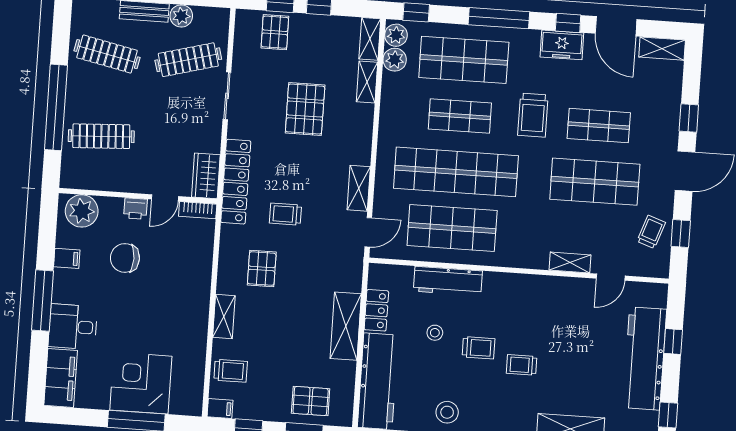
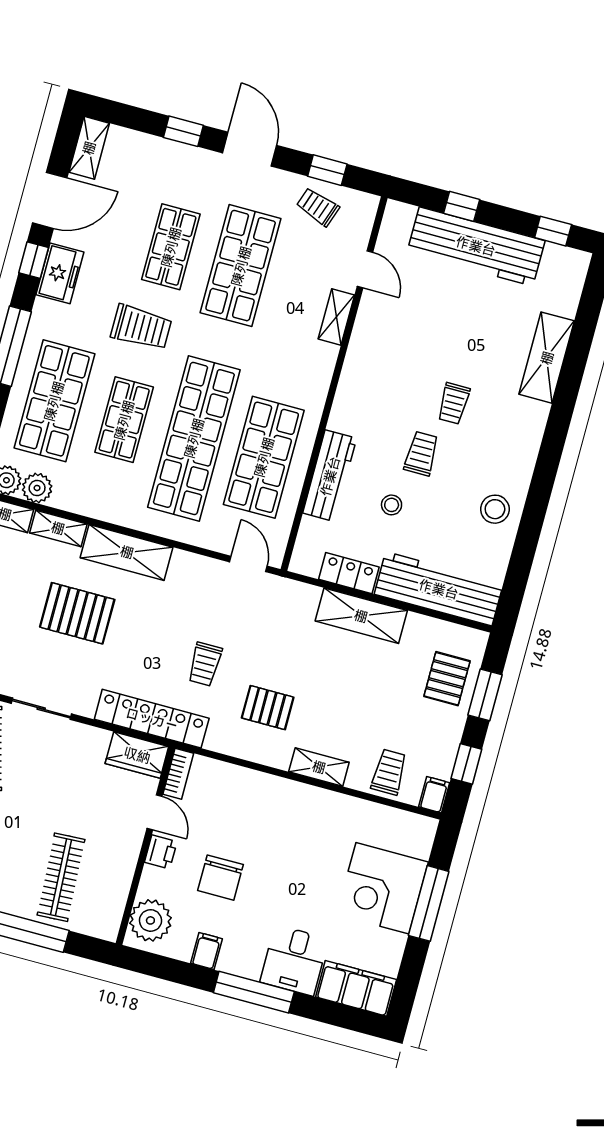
shelving: (359, 188) -> (127, 552), moved, width x1.50, depth x1.33

